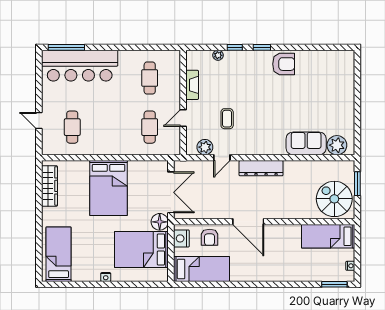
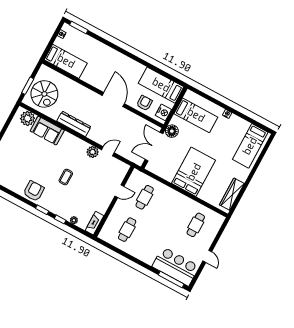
armchair: (284, 64) -> (34, 191), turned 90
bar counter: (80, 66) -> (176, 266), width x0.73
fireplace: (192, 85) -> (94, 223), moved
coffee table: (227, 119) -> (66, 177), moved
door: (39, 120) -> (207, 256), moved
plant: (205, 147) -> (93, 152), moved
dresser: (261, 168) -> (74, 124), moved
spiral stairs: (334, 199) -> (44, 94), moved
bed: (141, 249) -> (196, 115), width x0.67

